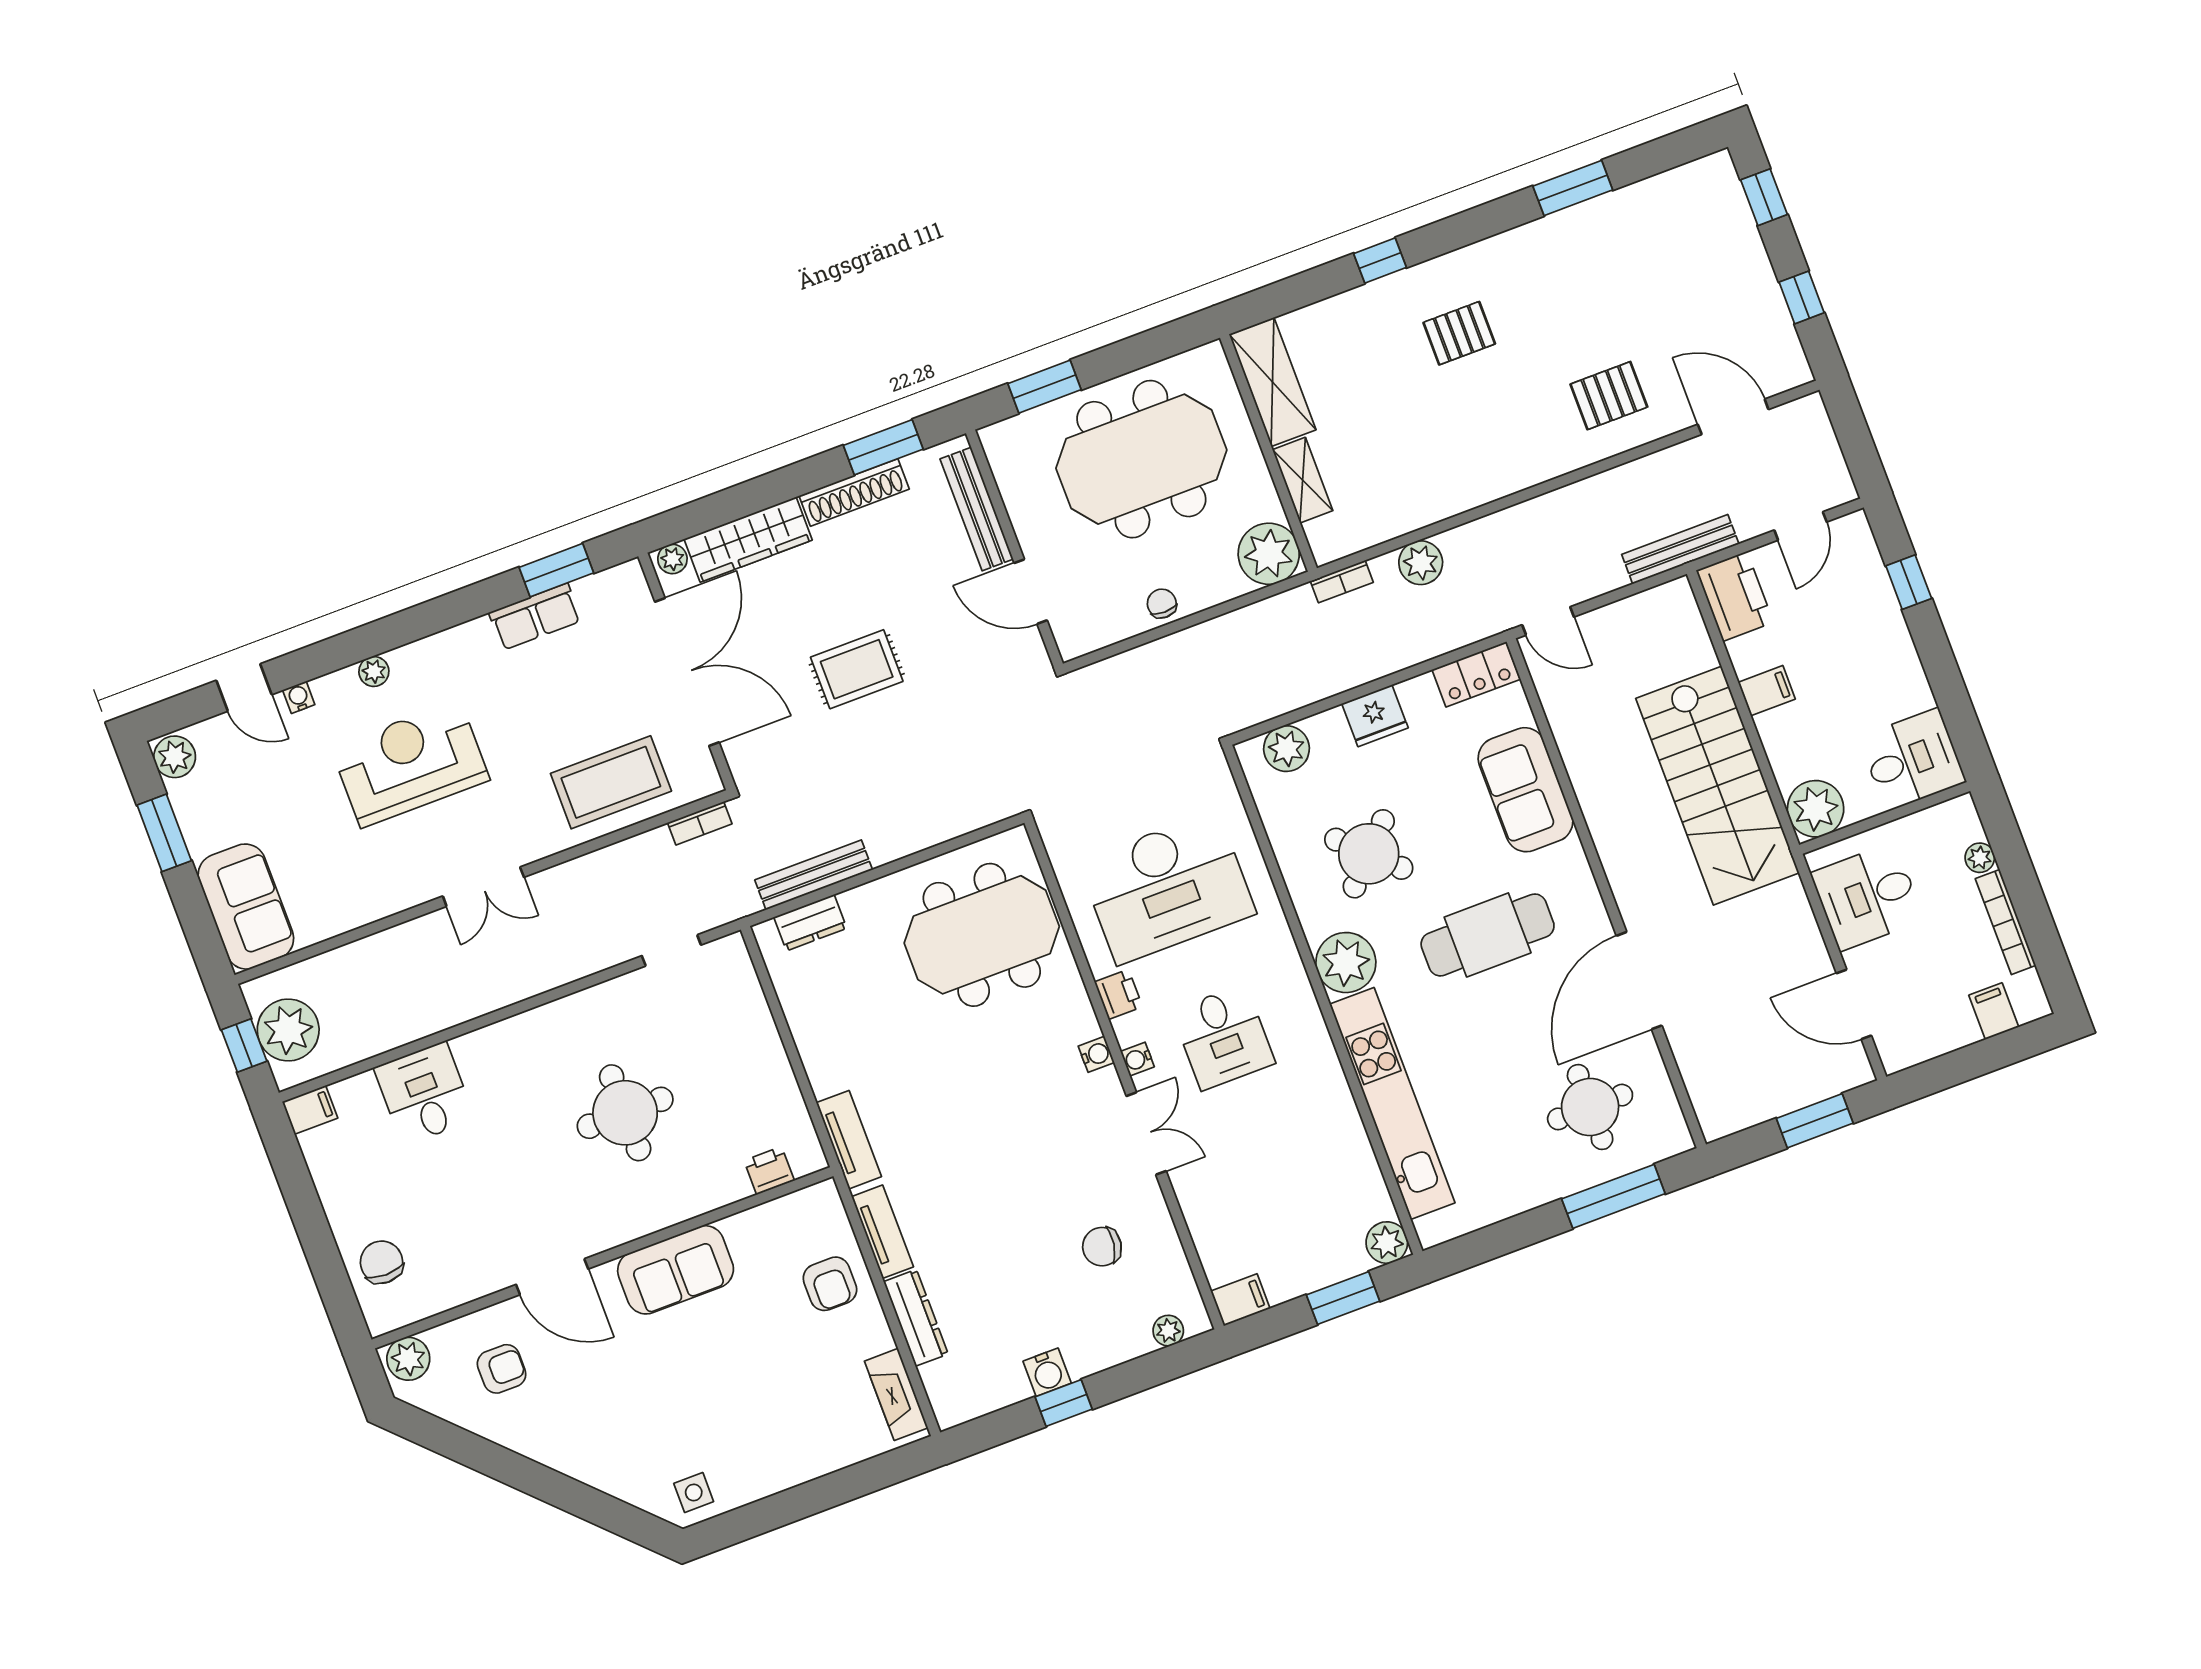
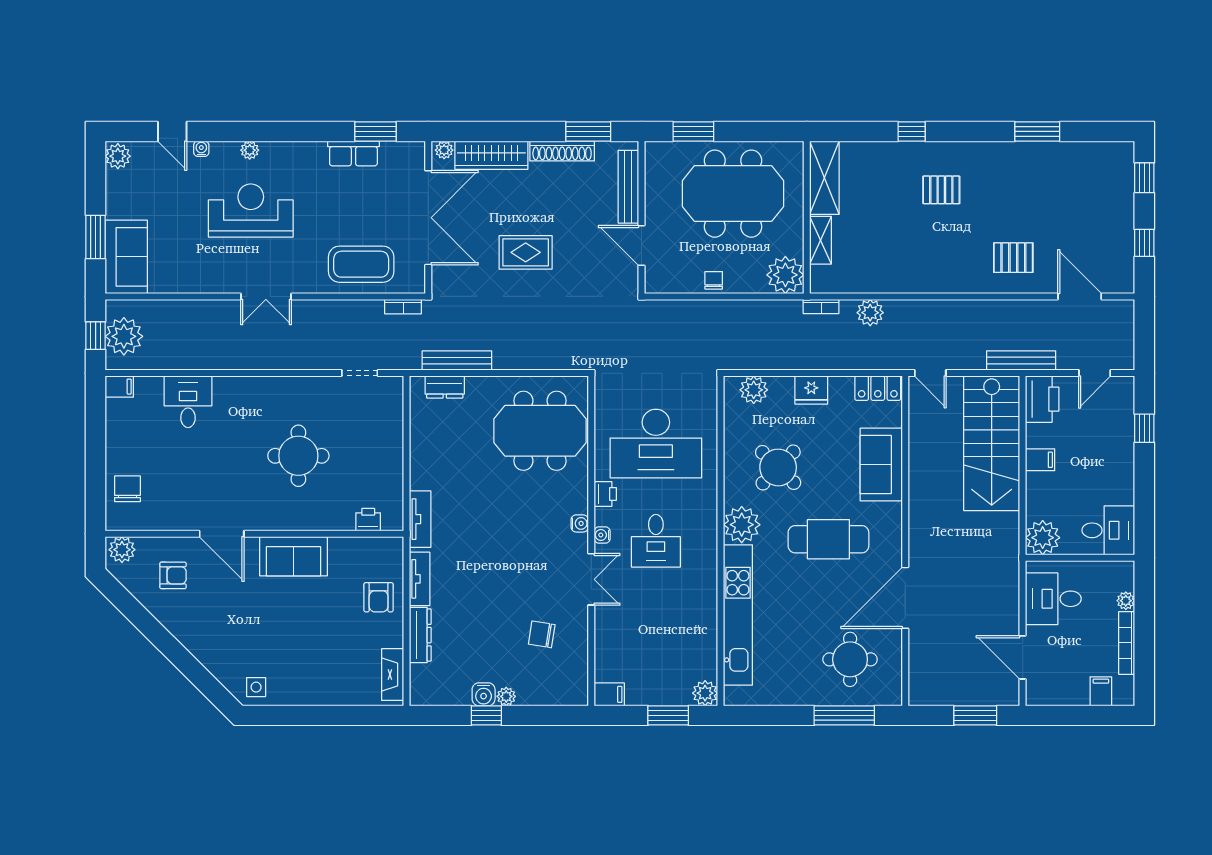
stairs: (1718, 786) -> (992, 443), moved
window: (164, 833) -> (96, 237), moved
plant: (1168, 1331) -> (506, 696), moved

